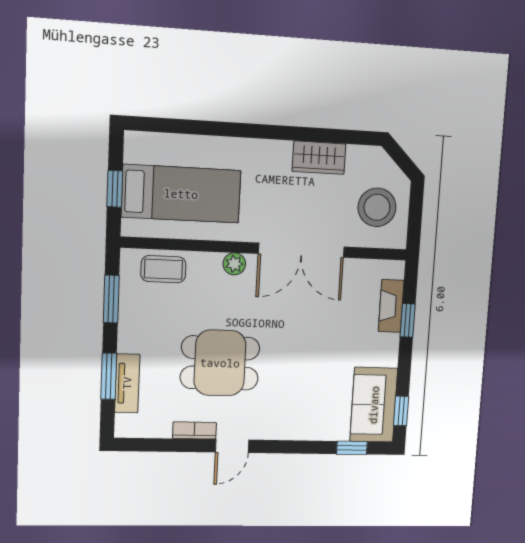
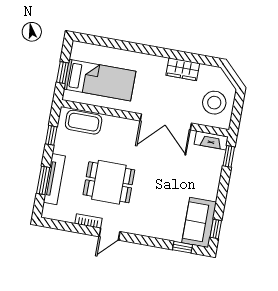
plant: (234, 264) -> (125, 125), removed
coffee table: (163, 269) -> (84, 122), width x1.36, depth x1.30
window: (111, 299) -> (51, 135), width x0.67
fireplace: (391, 306) -> (211, 140), moved, turned -90
window: (408, 320) -> (229, 156), moved
tv unit: (127, 383) -> (54, 179), width x1.41

